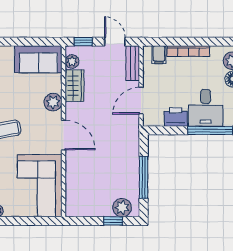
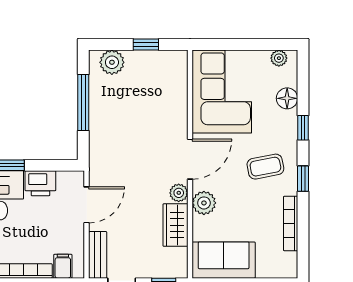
plant: (72, 61) -> (179, 193), moved
door: (64, 135) -> (190, 159), swing flipped
window: (113, 221) -> (146, 45), moved

